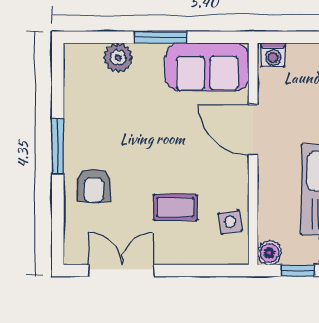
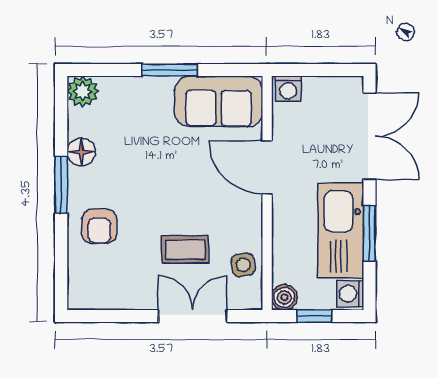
plant: (118, 58) -> (83, 91), moved
floor lamp: (77, 115) -> (81, 152), added
double door: (121, 271) -> (193, 316), moved

